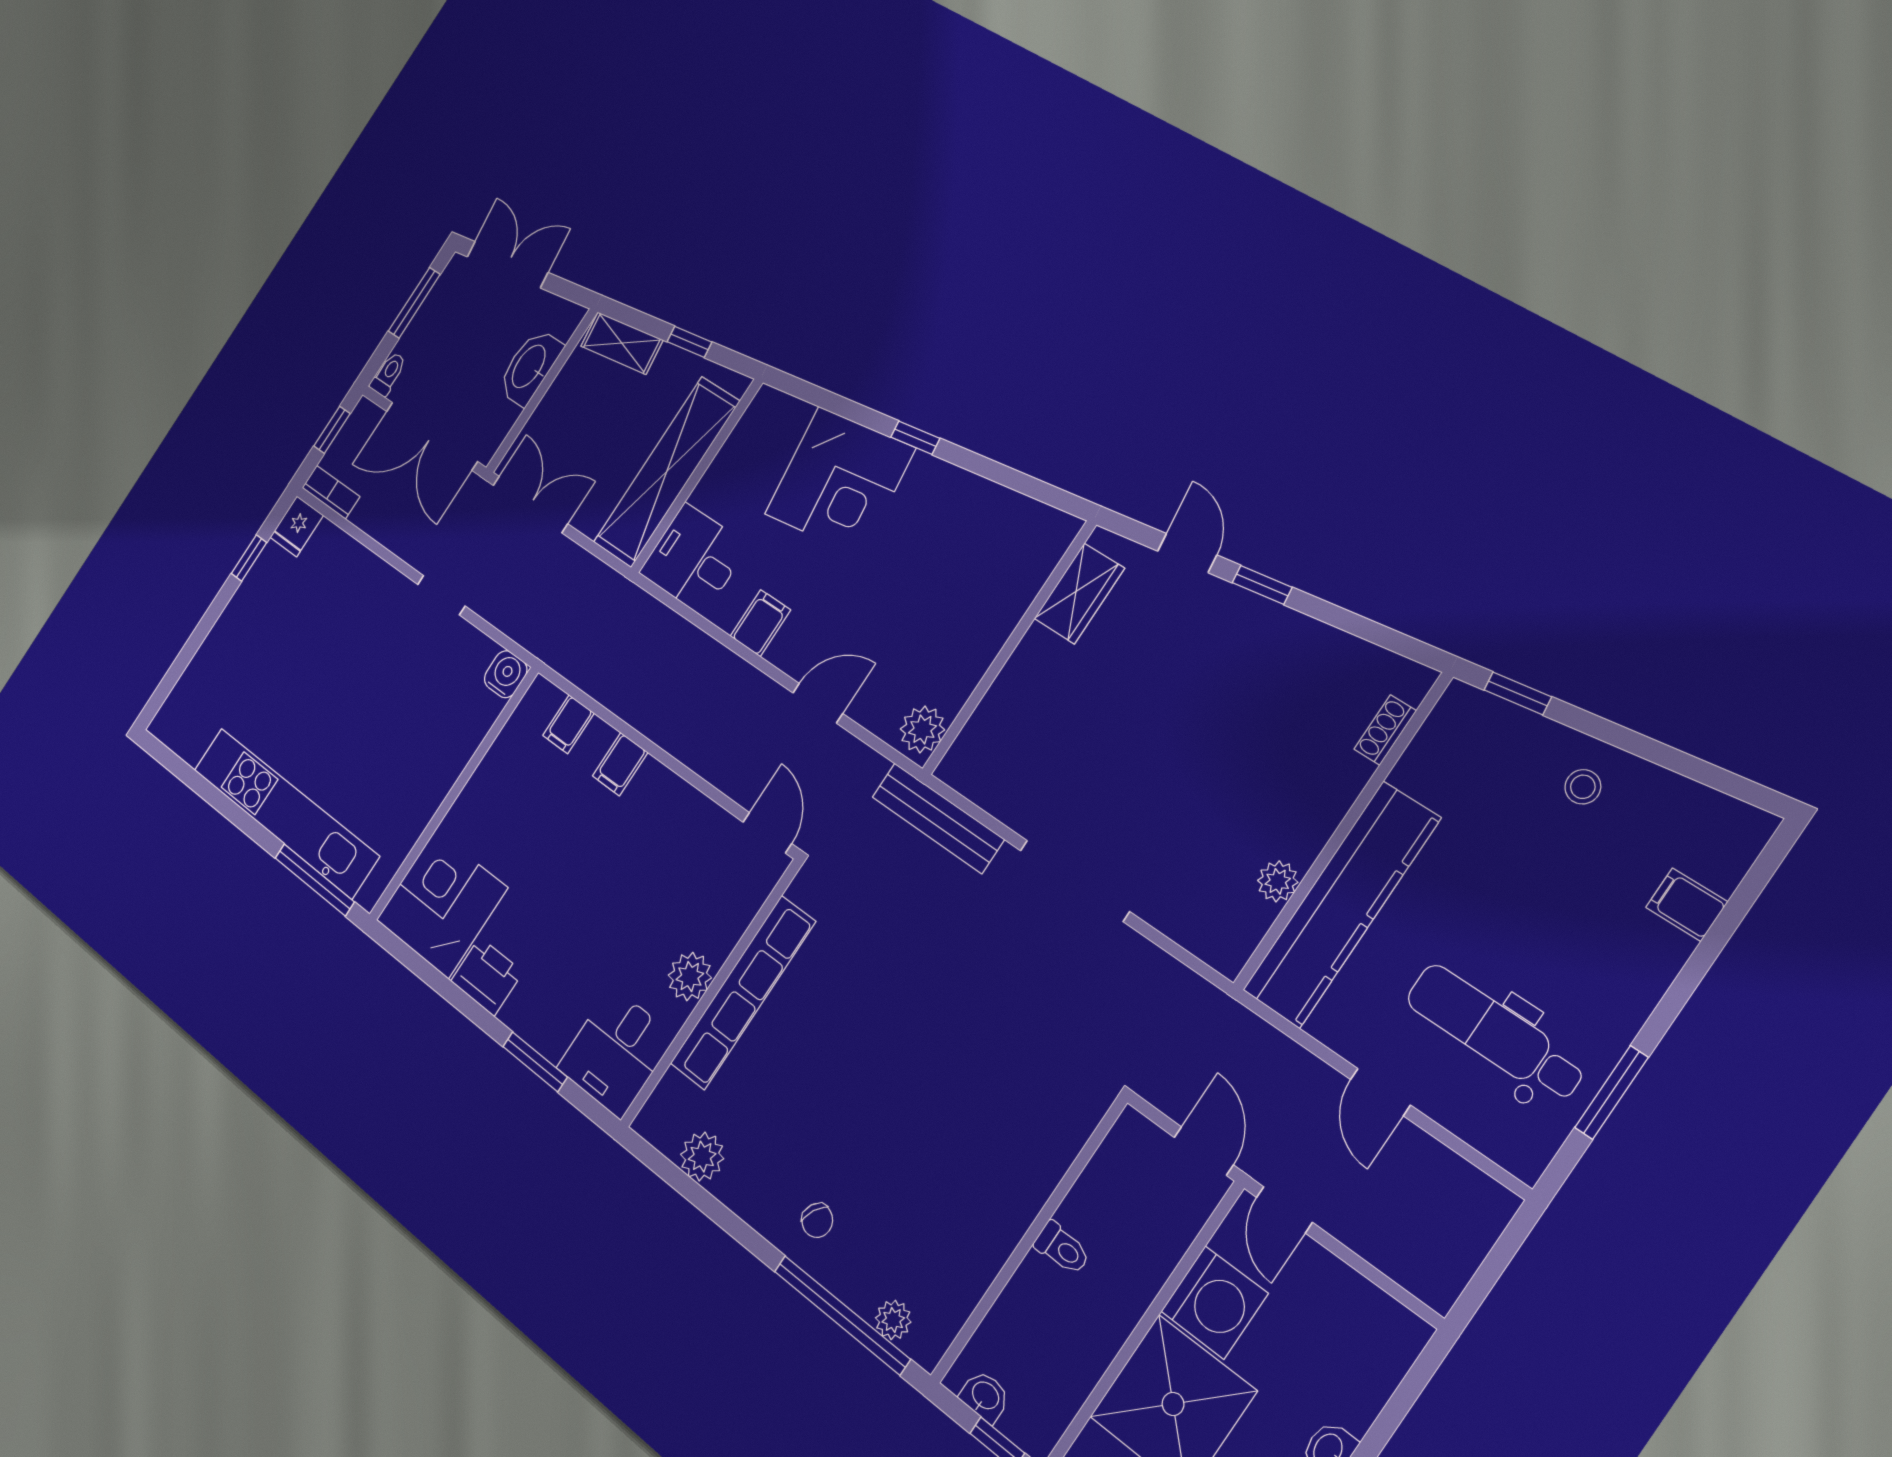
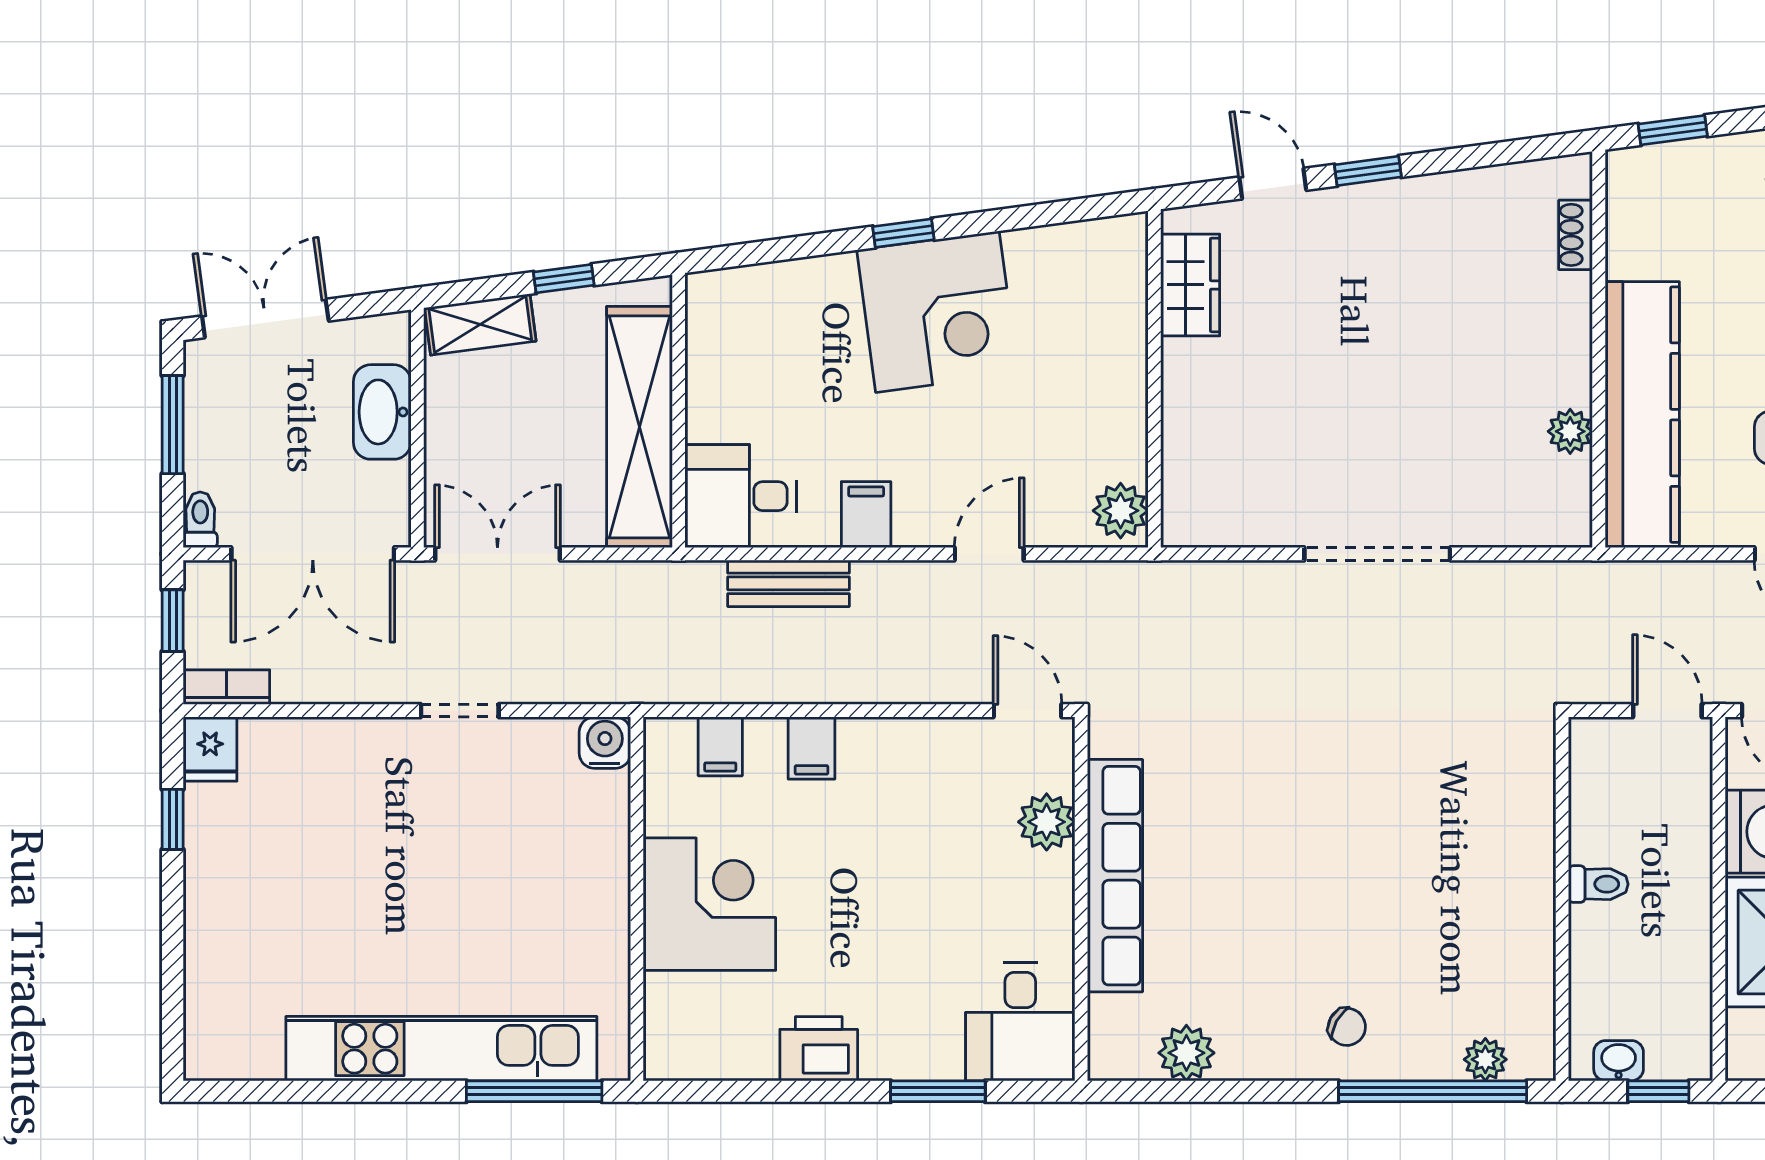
corner desk: (840, 481) -> (937, 312), moved
bench: (938, 818) -> (788, 583), moved, width x0.73
corner desk: (442, 904) -> (709, 904), moved, turned 90
plant: (690, 977) -> (1047, 822), moved

